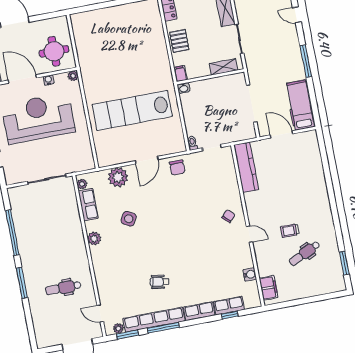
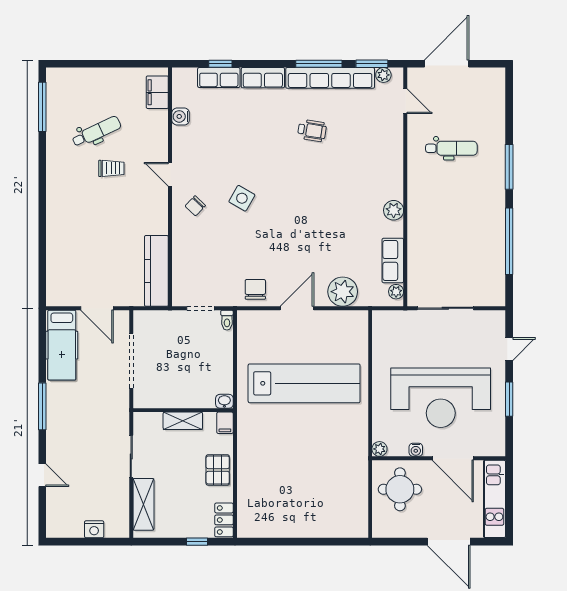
shelving: (223, 67) -> (183, 421), moved
side table: (129, 219) -> (242, 198), moved
window: (344, 263) -> (42, 107), width x1.44

